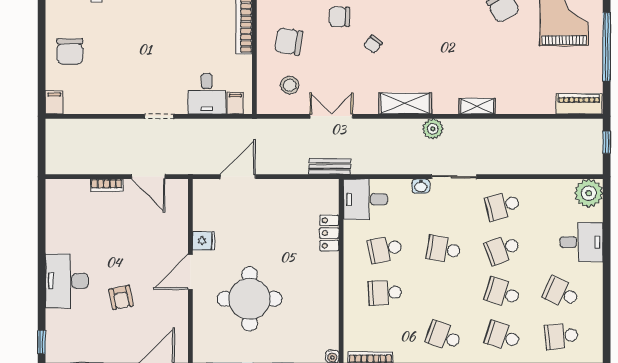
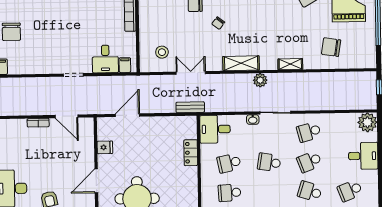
chair: (289, 42) -> (331, 47), moved
piano: (579, 104) -> (360, 61), removed
fridge: (204, 241) -> (105, 147), moved
school desk: (561, 293) -> (350, 191), turned -45

